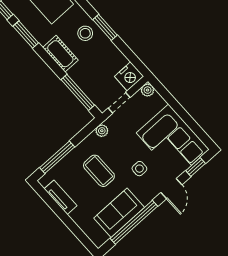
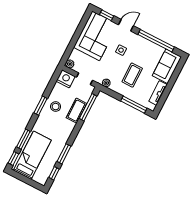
stool: (85, 33) -> (56, 107), moved
cot: (60, 54) -> (76, 111), moved
sofa: (119, 213) -> (167, 66), moved, turned 90

